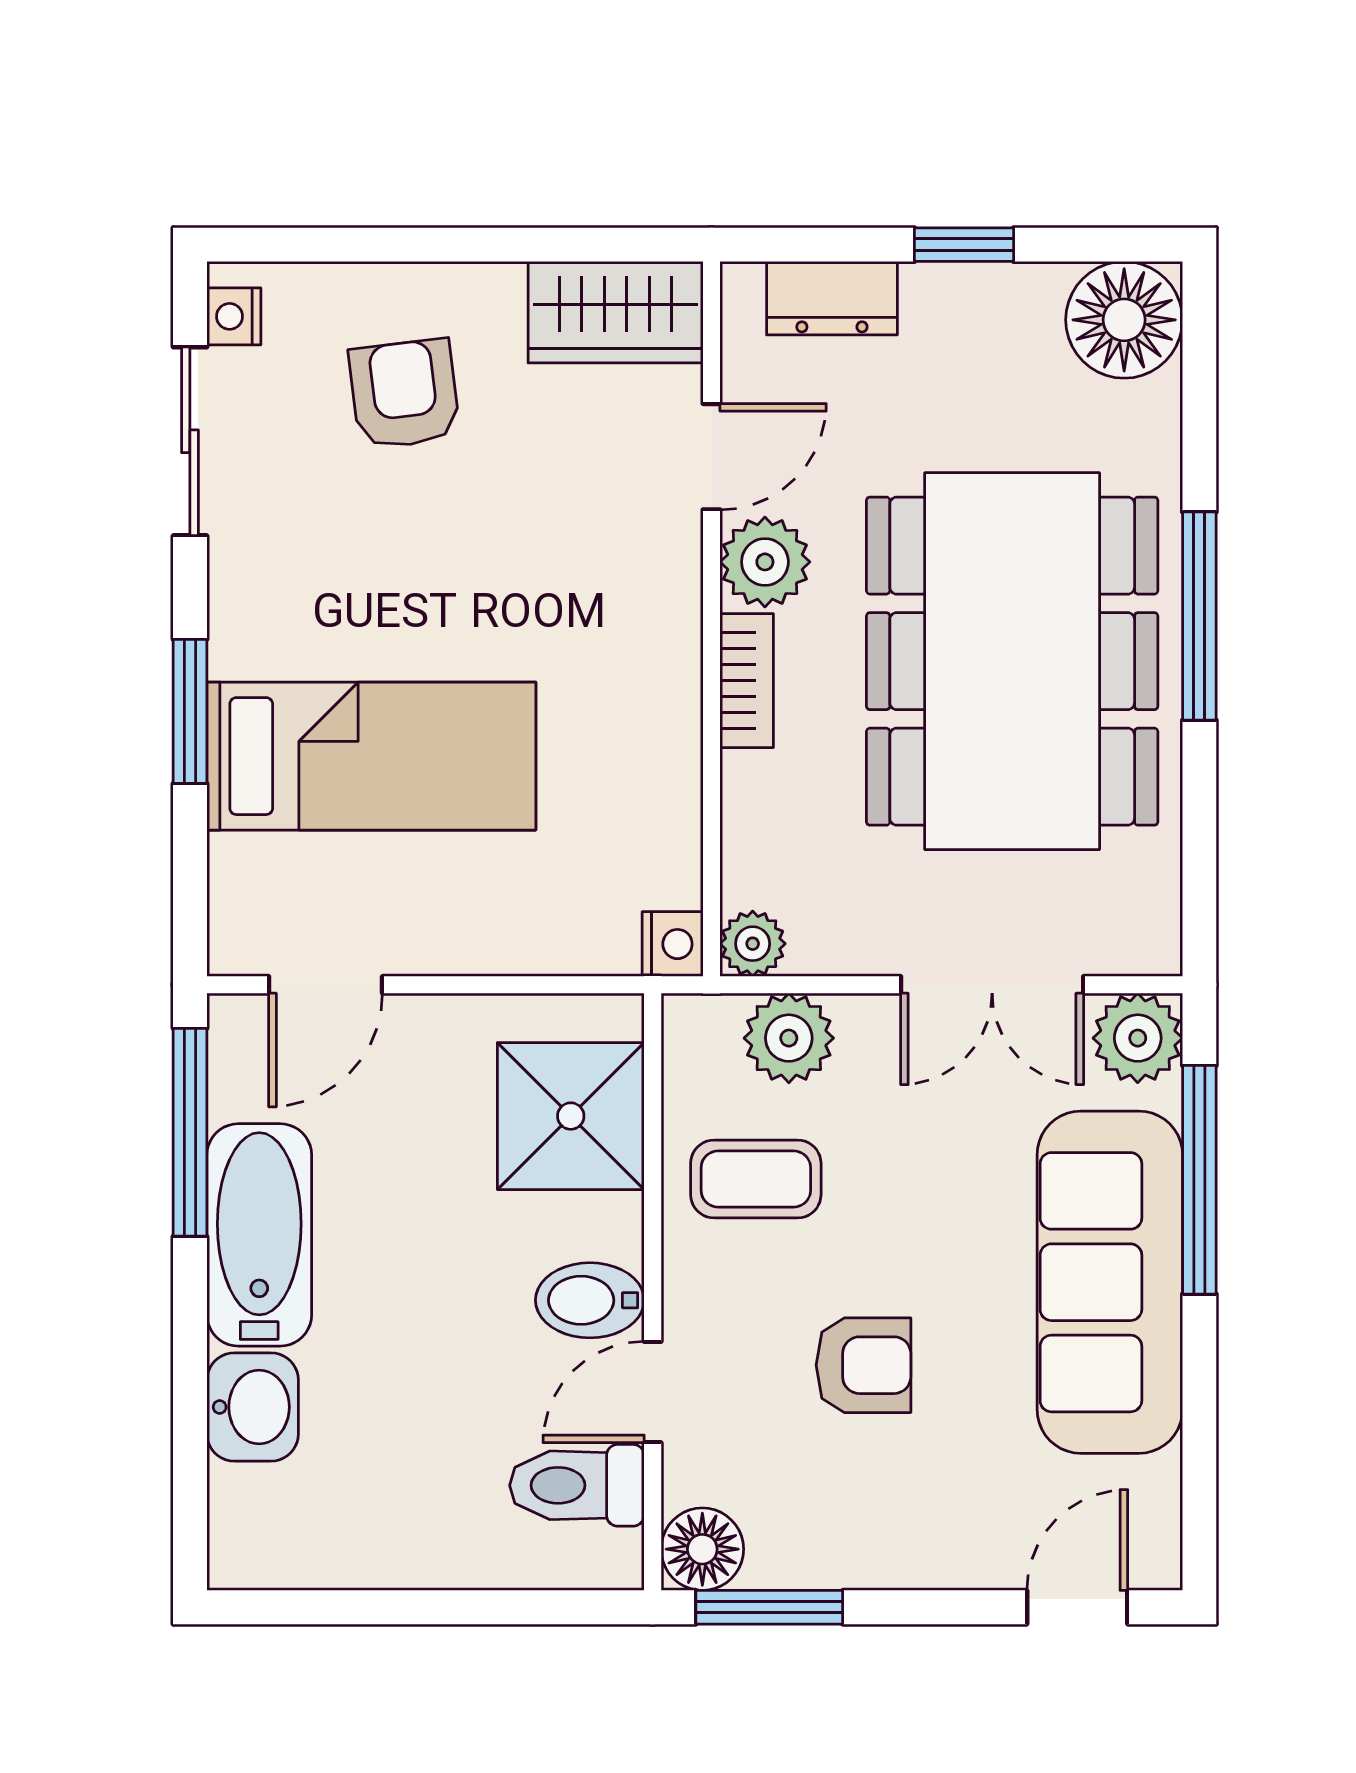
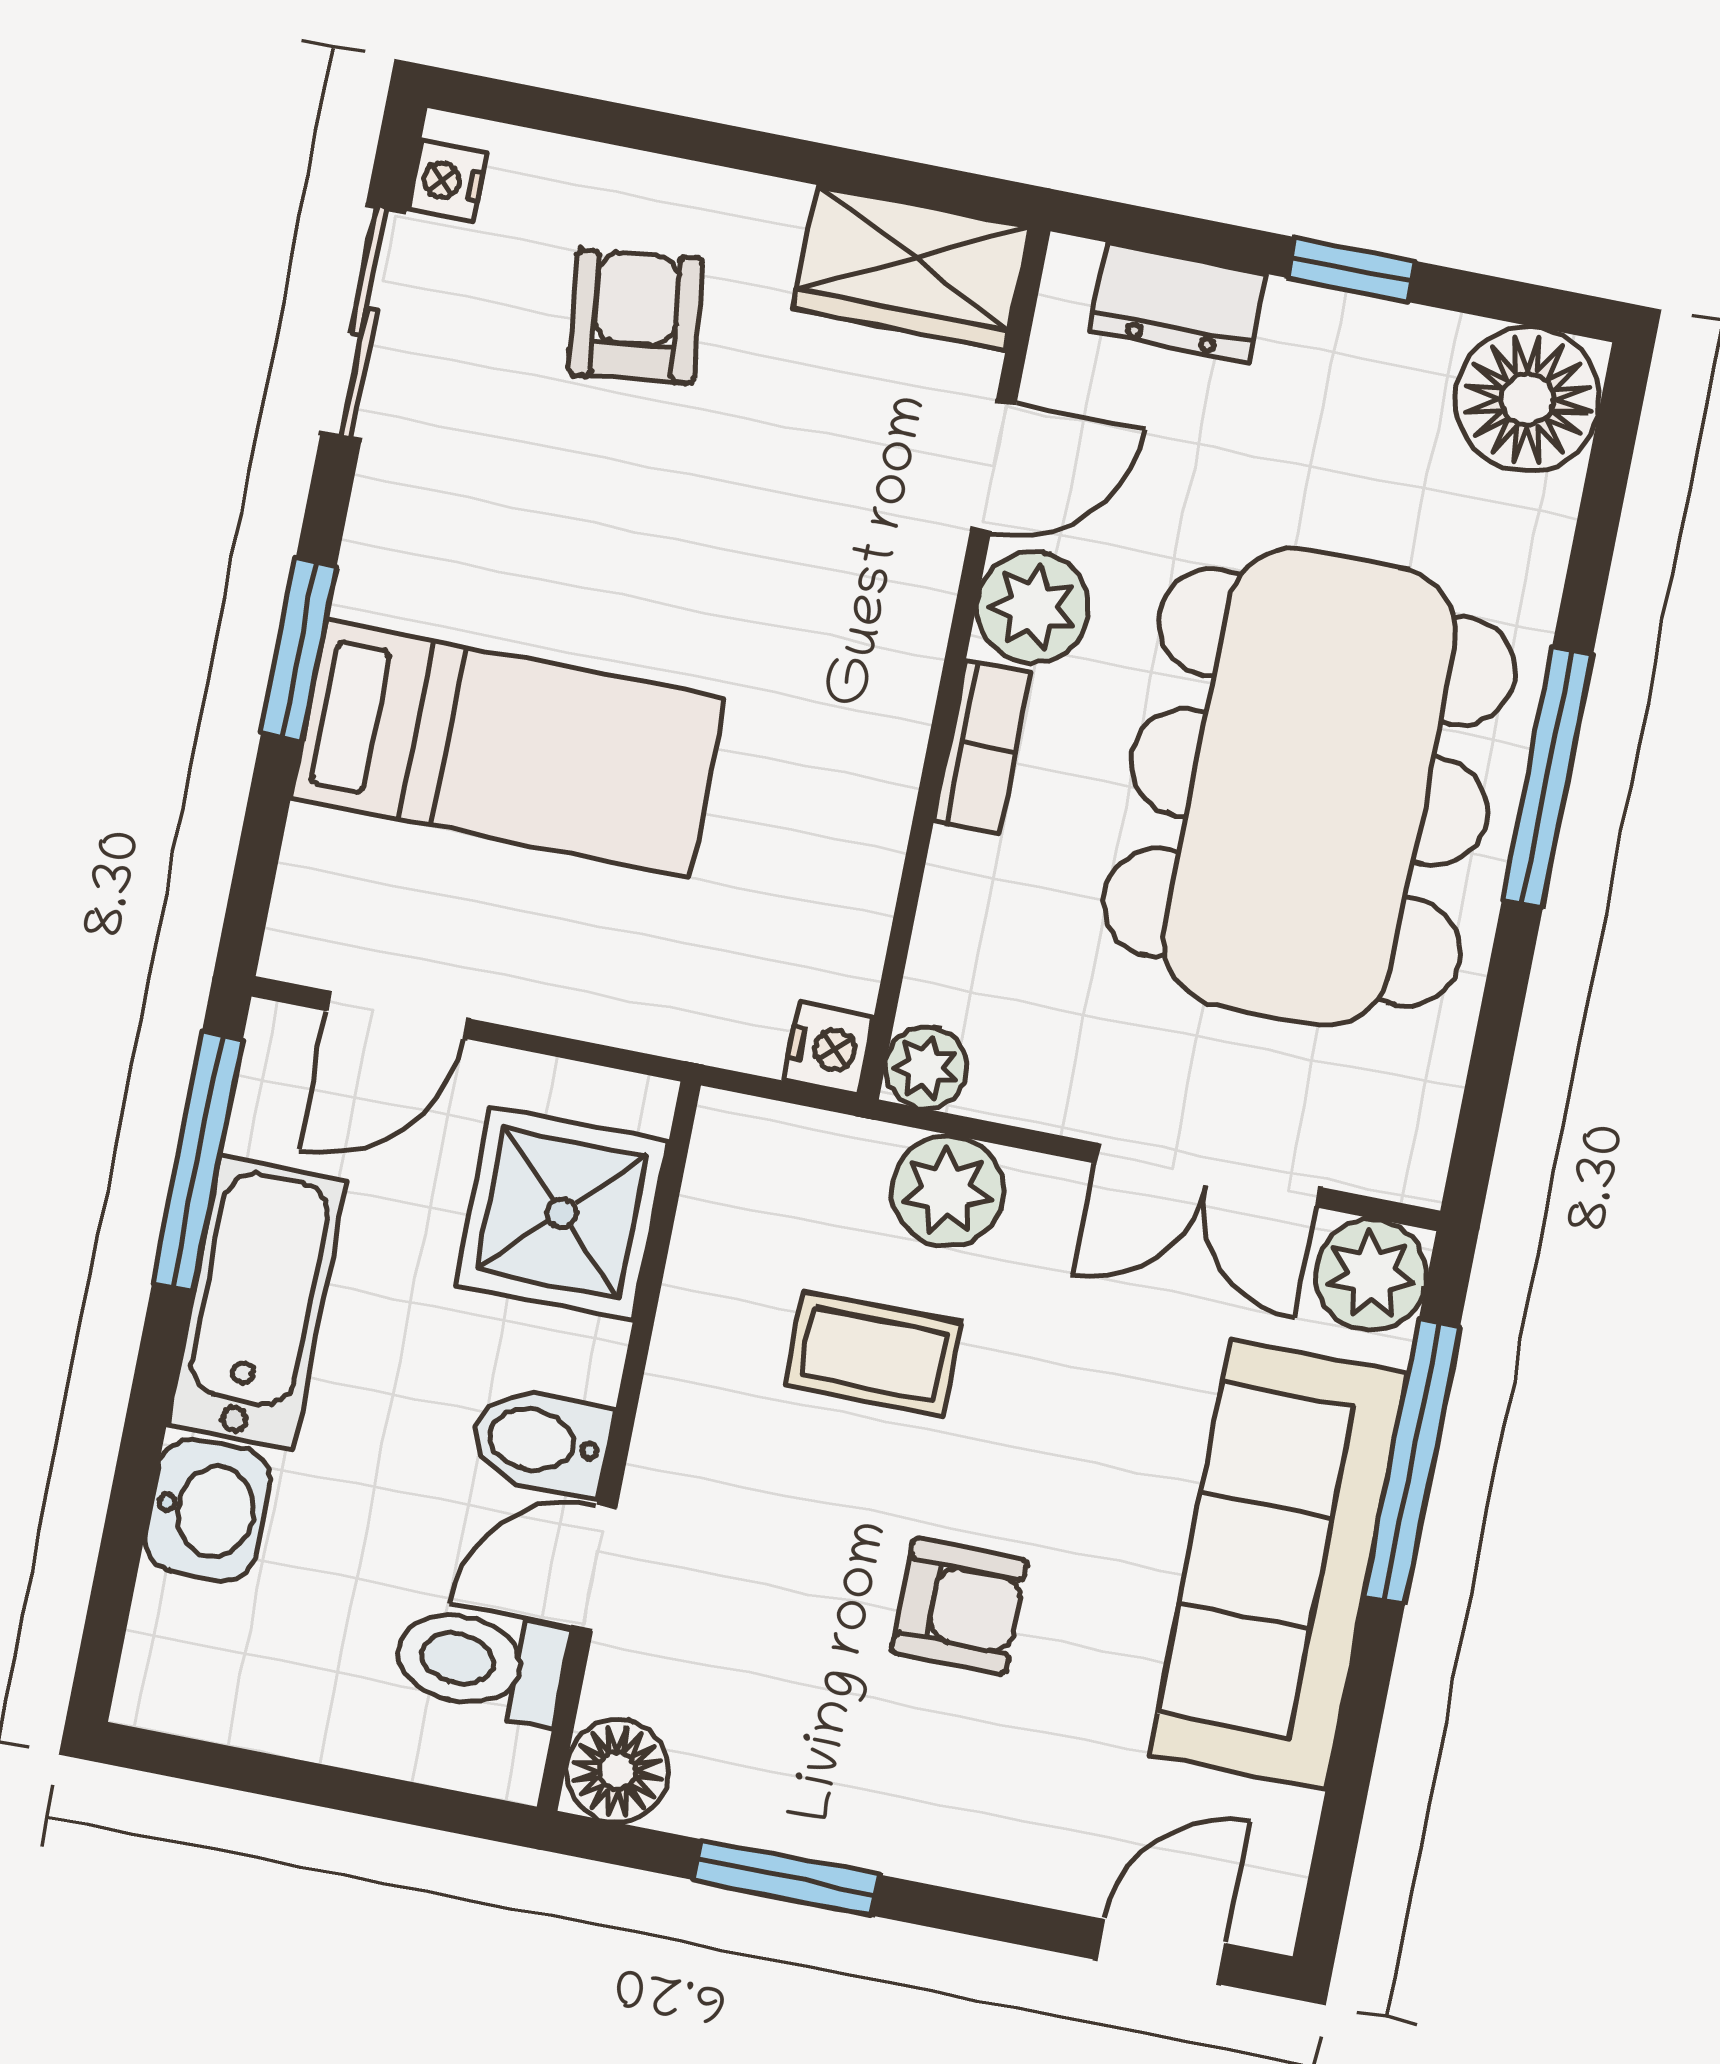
shower: (571, 1116) -> (562, 1213), moved
wall: (653, 1292) -> (619, 1446), moved
bidet: (590, 1300) -> (541, 1441), moved
door: (653, 1392) -> (595, 1568), moved
toilet: (577, 1485) -> (480, 1663), moved
floor lamp: (702, 1549) -> (617, 1771), moved

